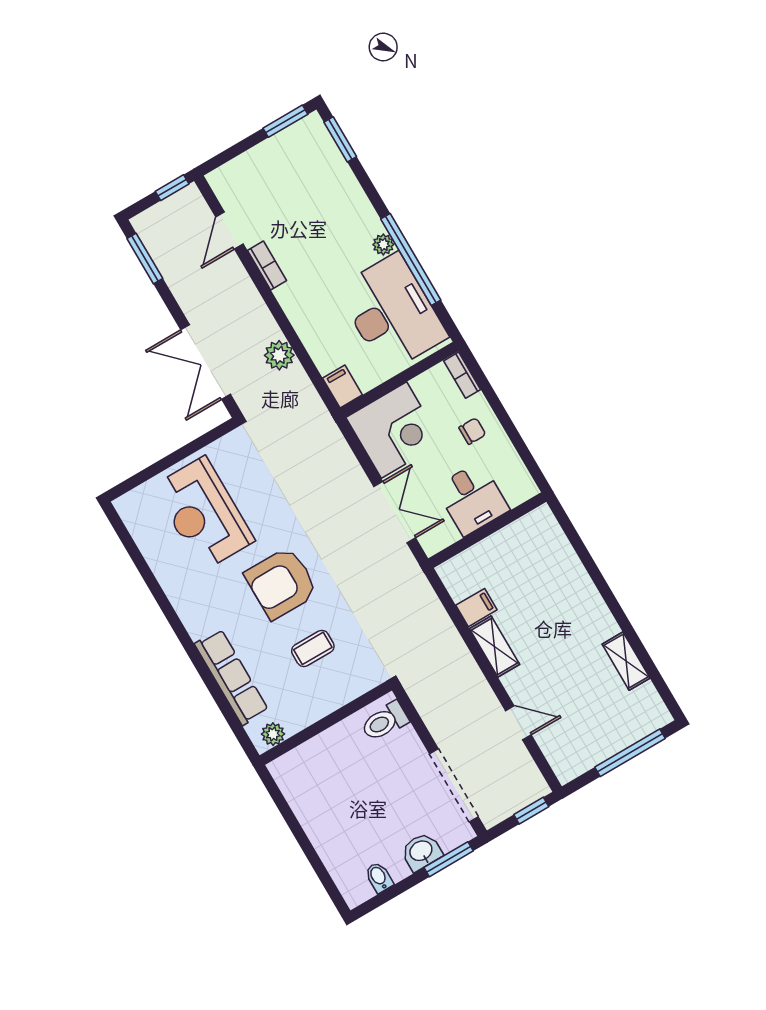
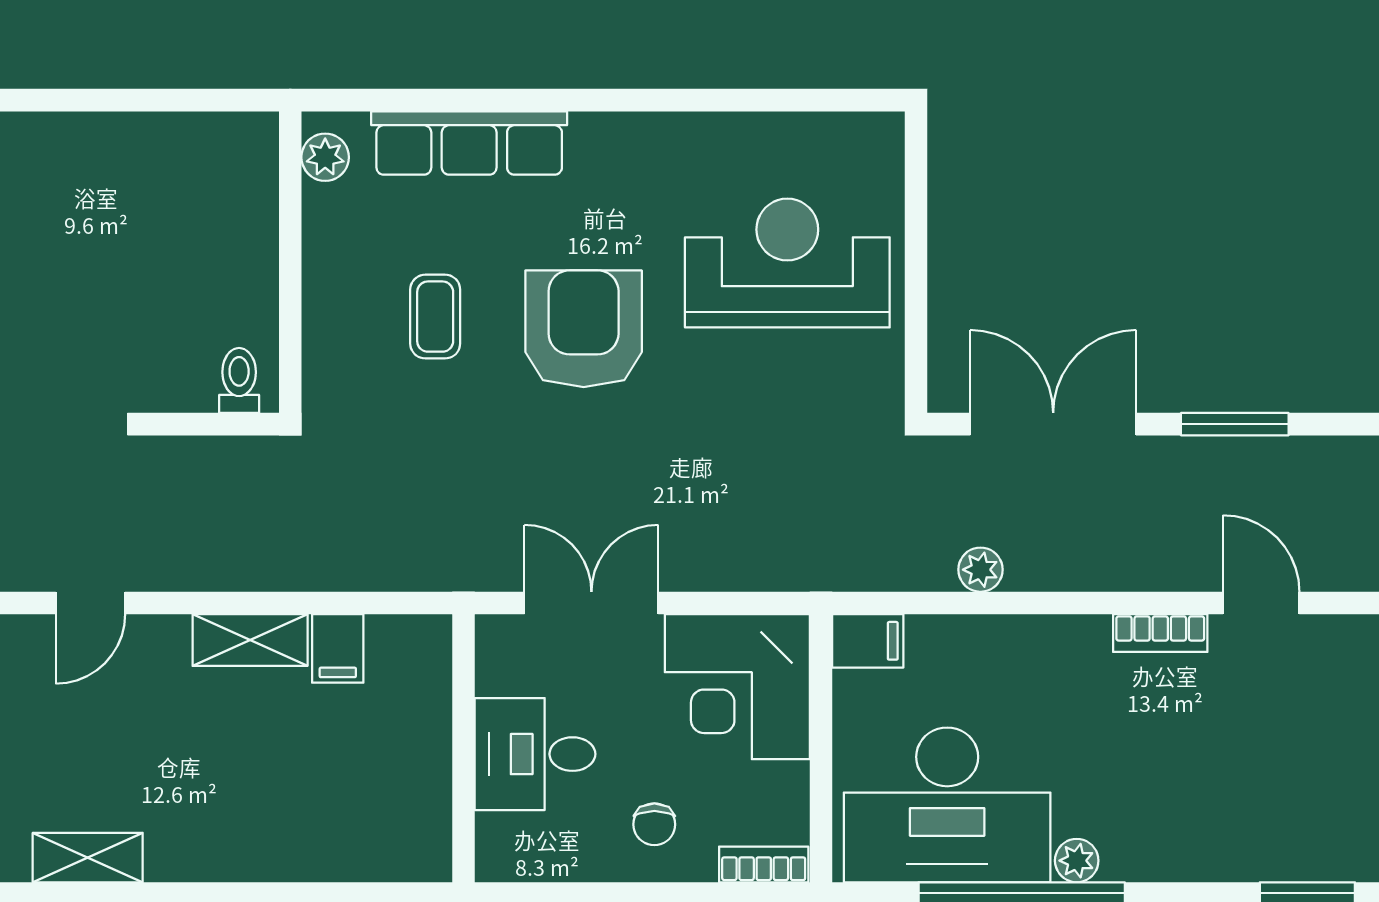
window: (145, 258) -> (1235, 424), moved
plant: (279, 355) -> (980, 570), width x0.73, depth x0.73
double door: (395, 512) -> (591, 603), swing flipped
toilet: (385, 721) -> (239, 380), width x0.73, depth x0.72

